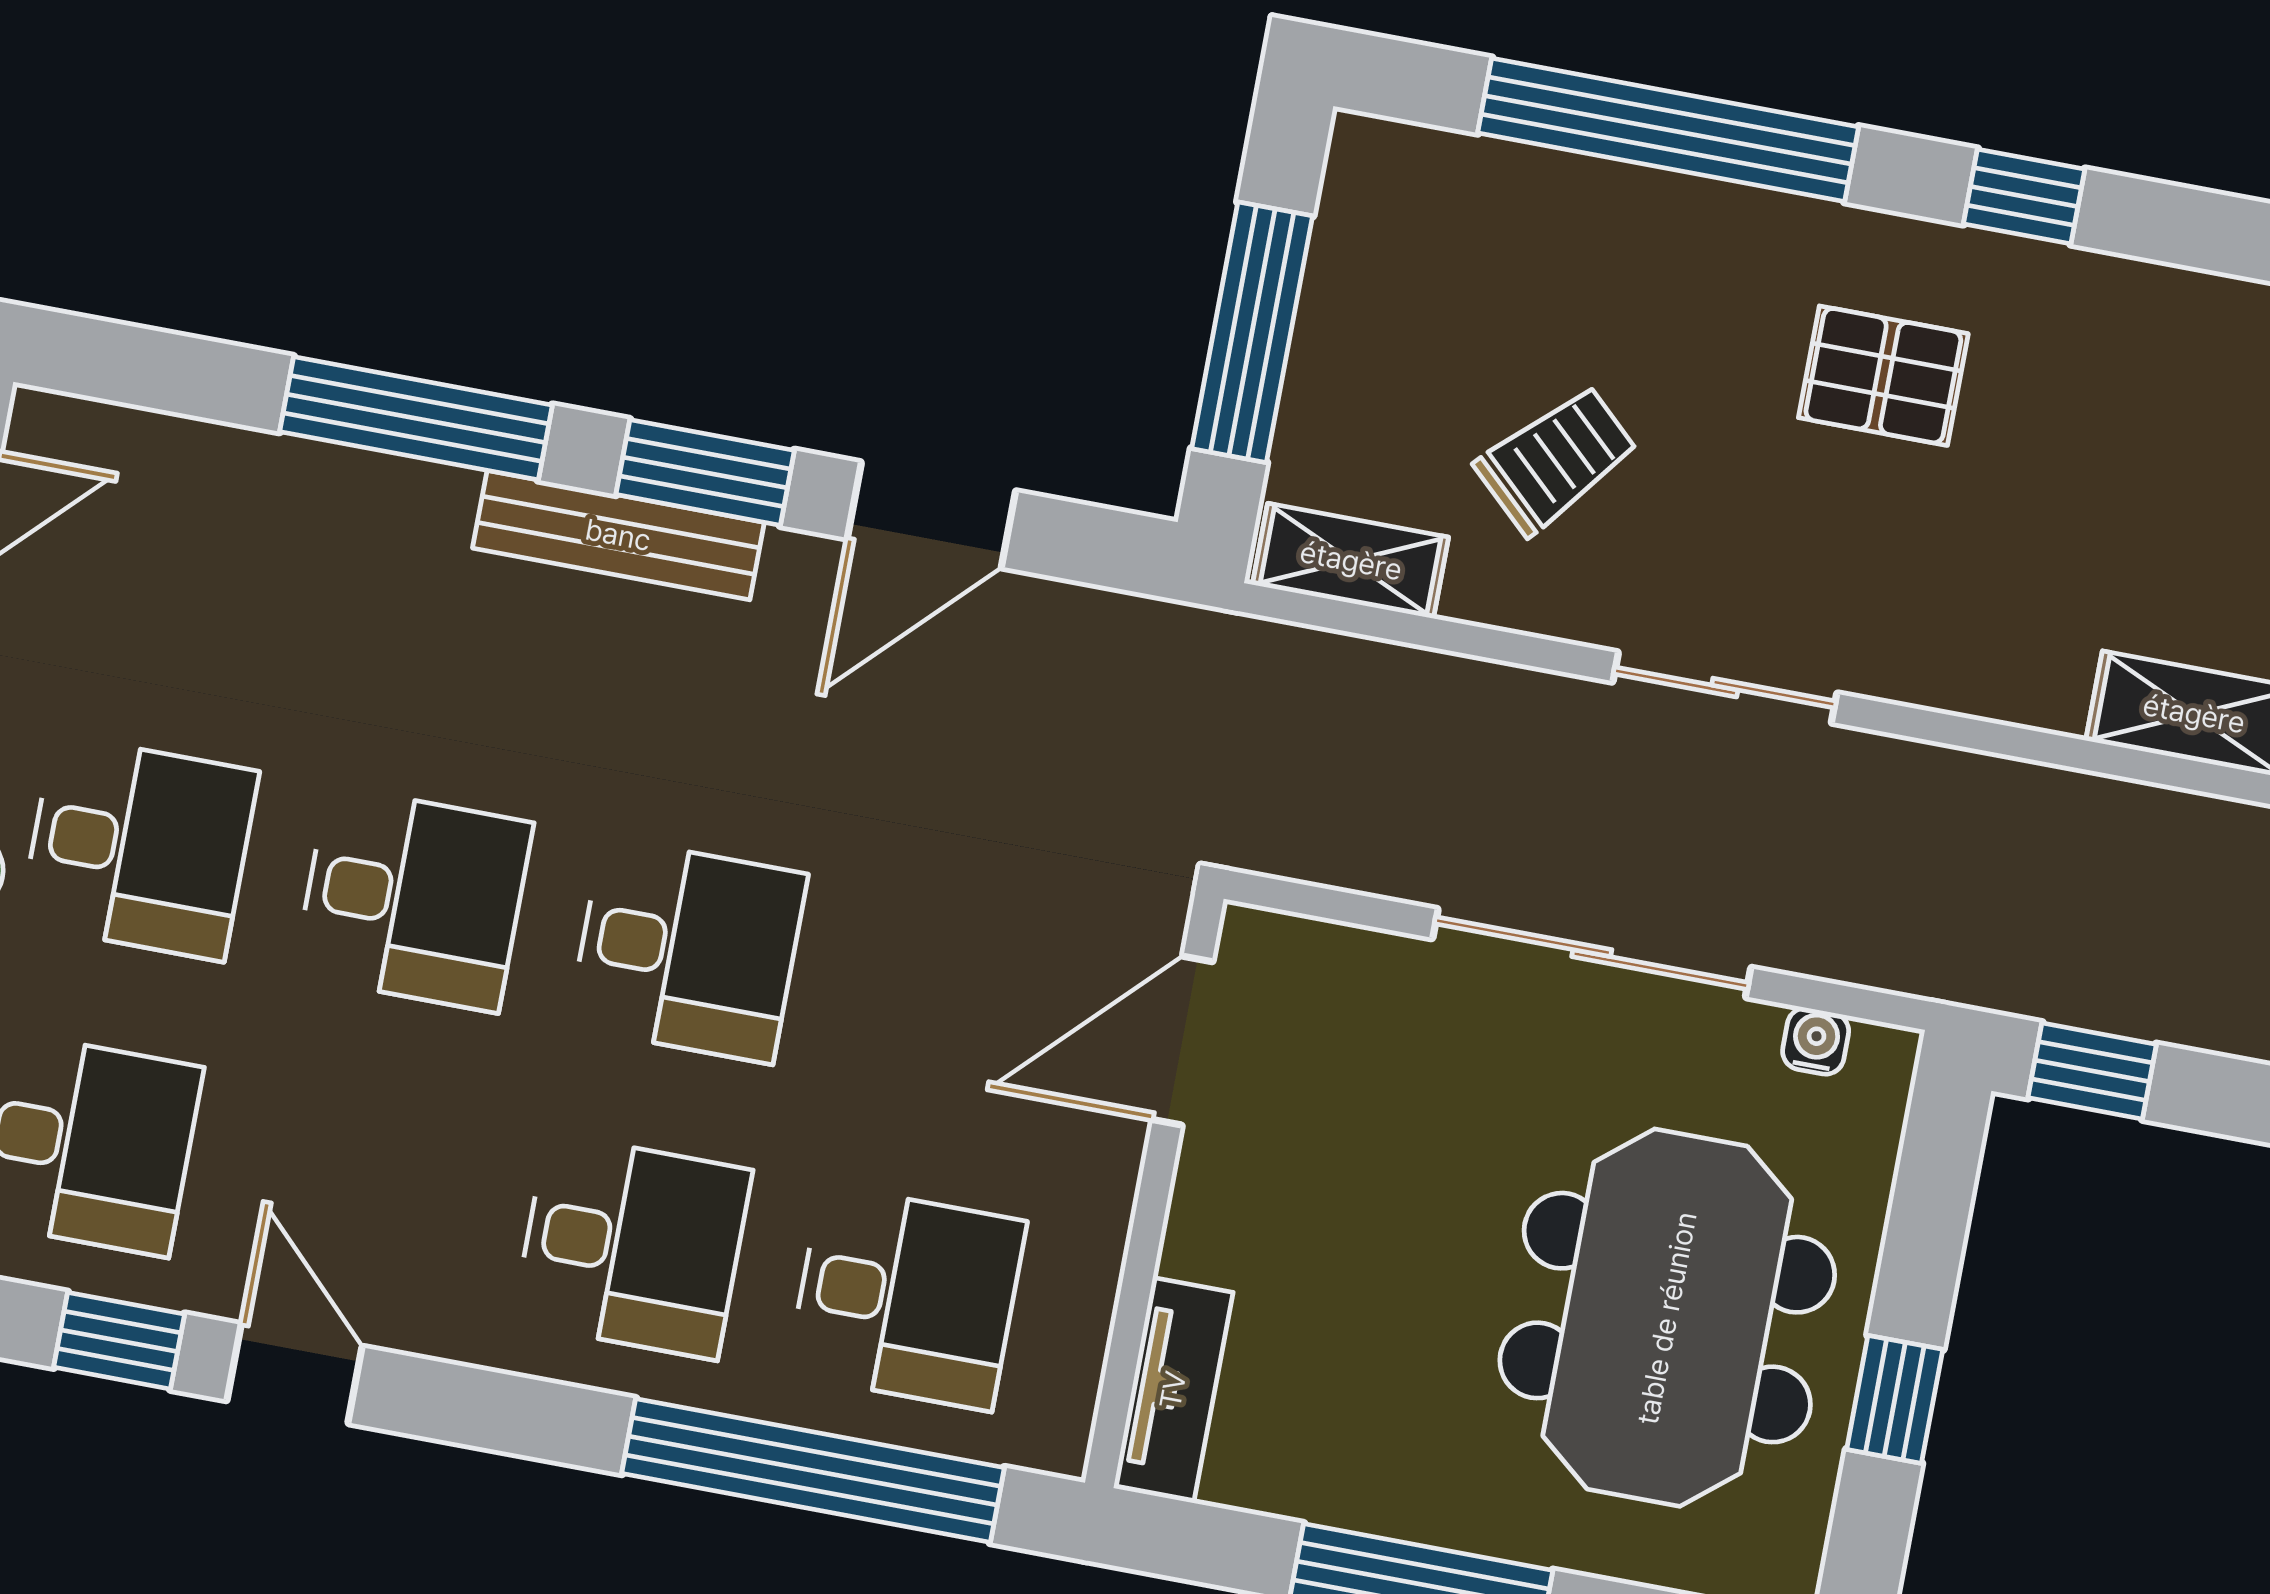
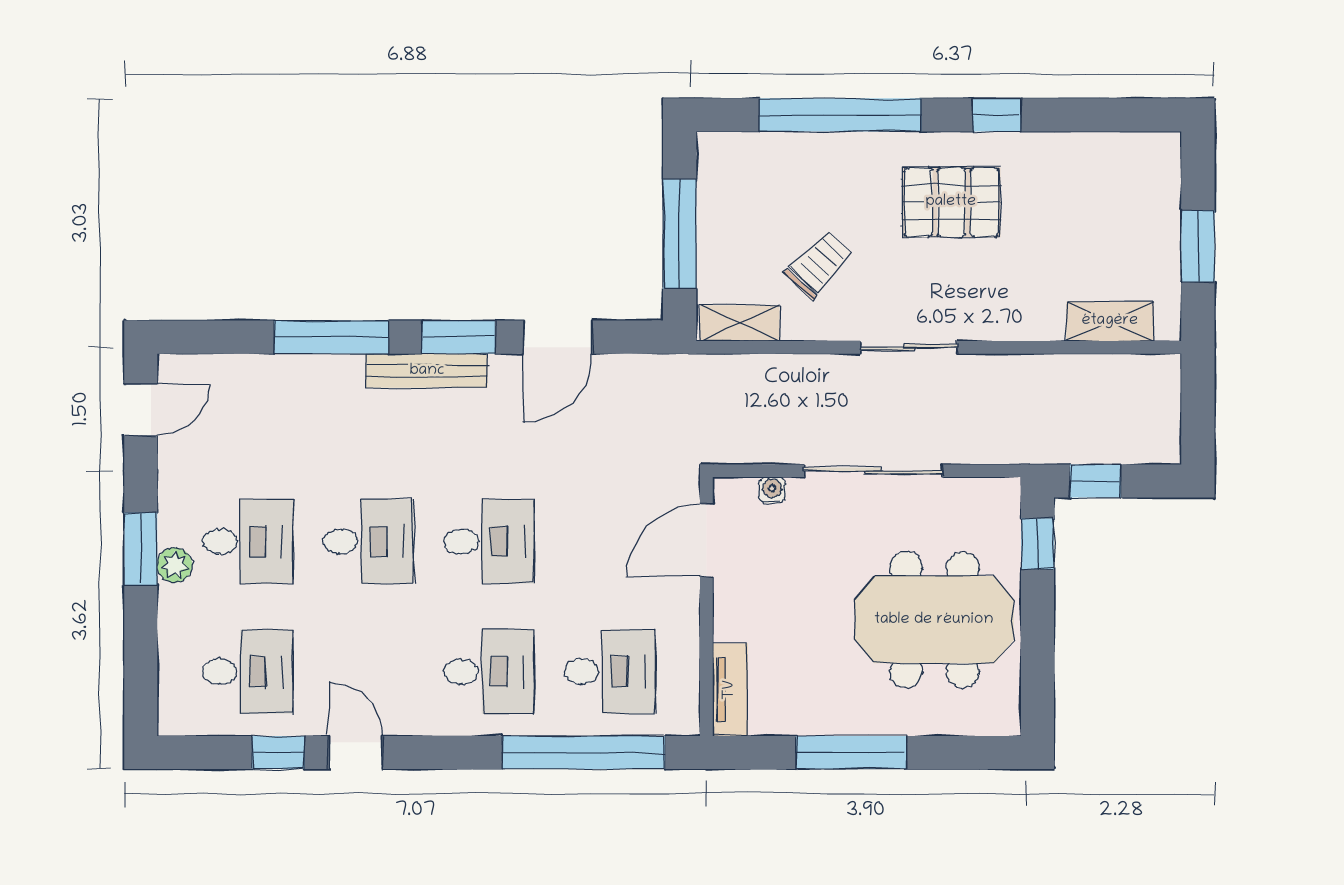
pallet: (1883, 376) -> (951, 202), width x1.50, depth x1.42
water cooler: (1816, 1041) -> (772, 490), moved
meeting table: (1667, 1318) -> (934, 620), turned 90
window: (1895, 1399) -> (1038, 544), moved

